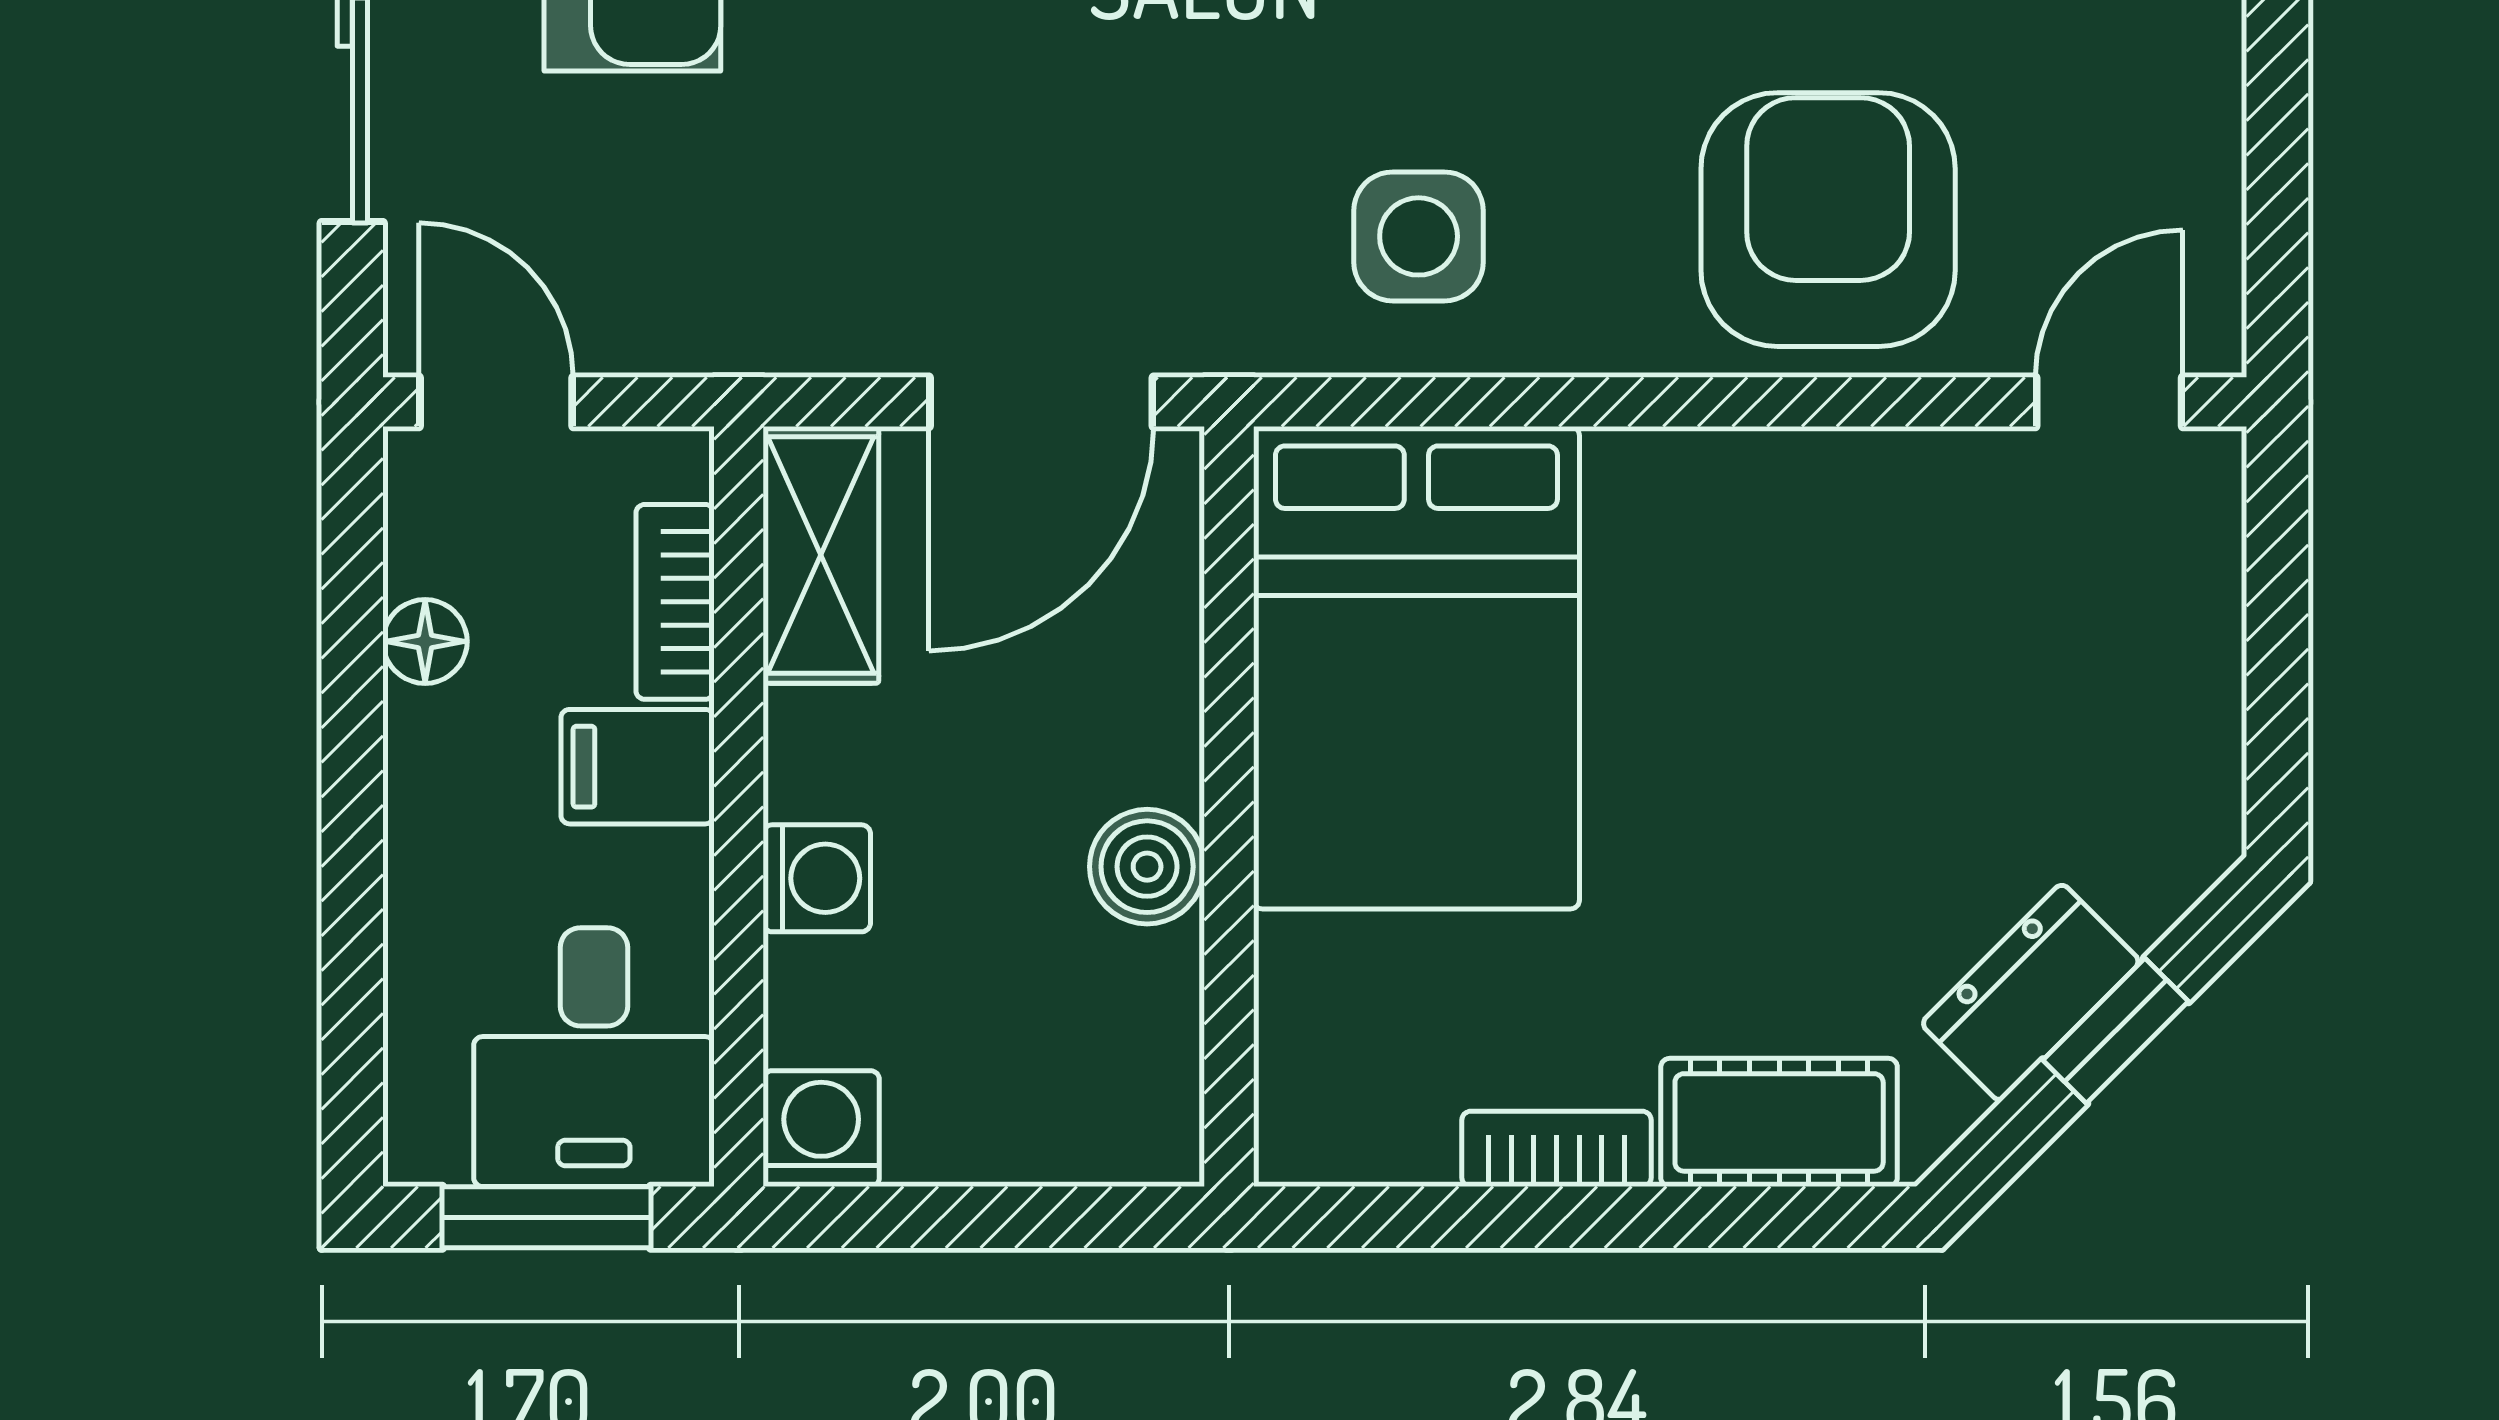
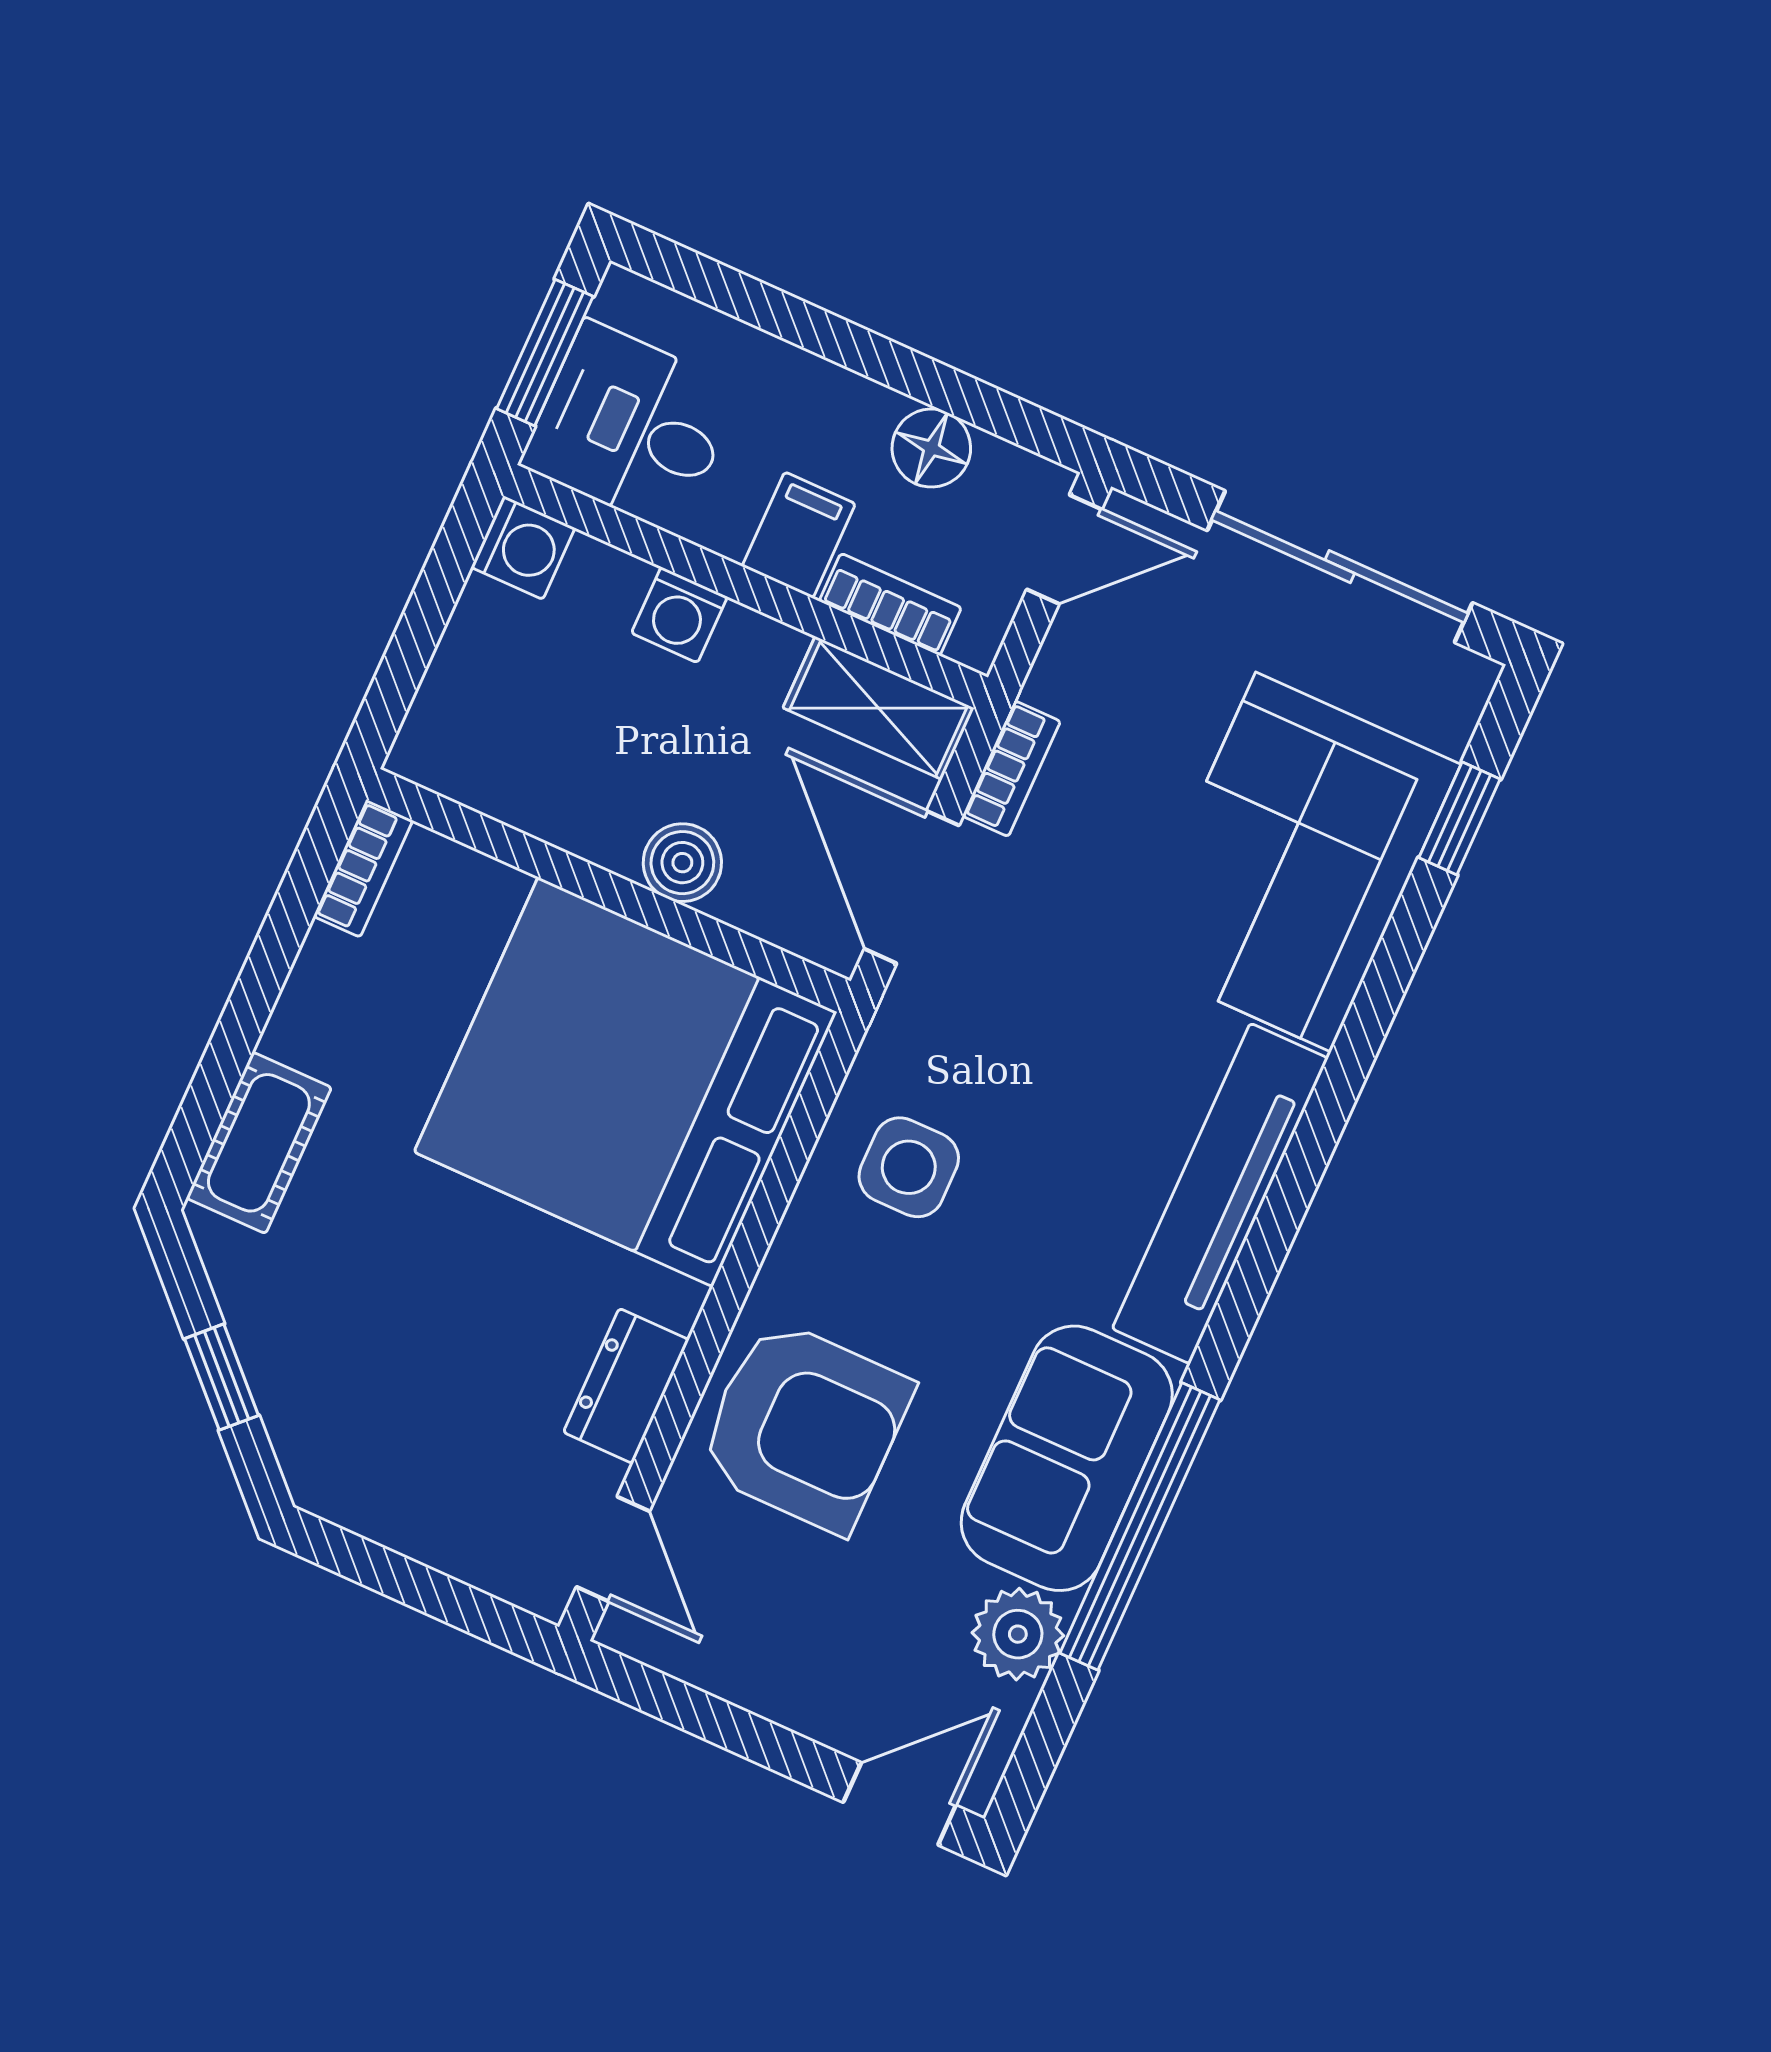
bookcase: (822, 340) -> (1011, 769), added
floor lamp: (425, 641) -> (931, 448), width x1.37, depth x1.37
bed: (1416, 668) -> (626, 1082), width x1.36
boiler: (1147, 867) -> (682, 863), moved
dresser: (2031, 992) -> (626, 1386), moved, turned -135
bookcase: (1557, 1149) -> (363, 868), moved

